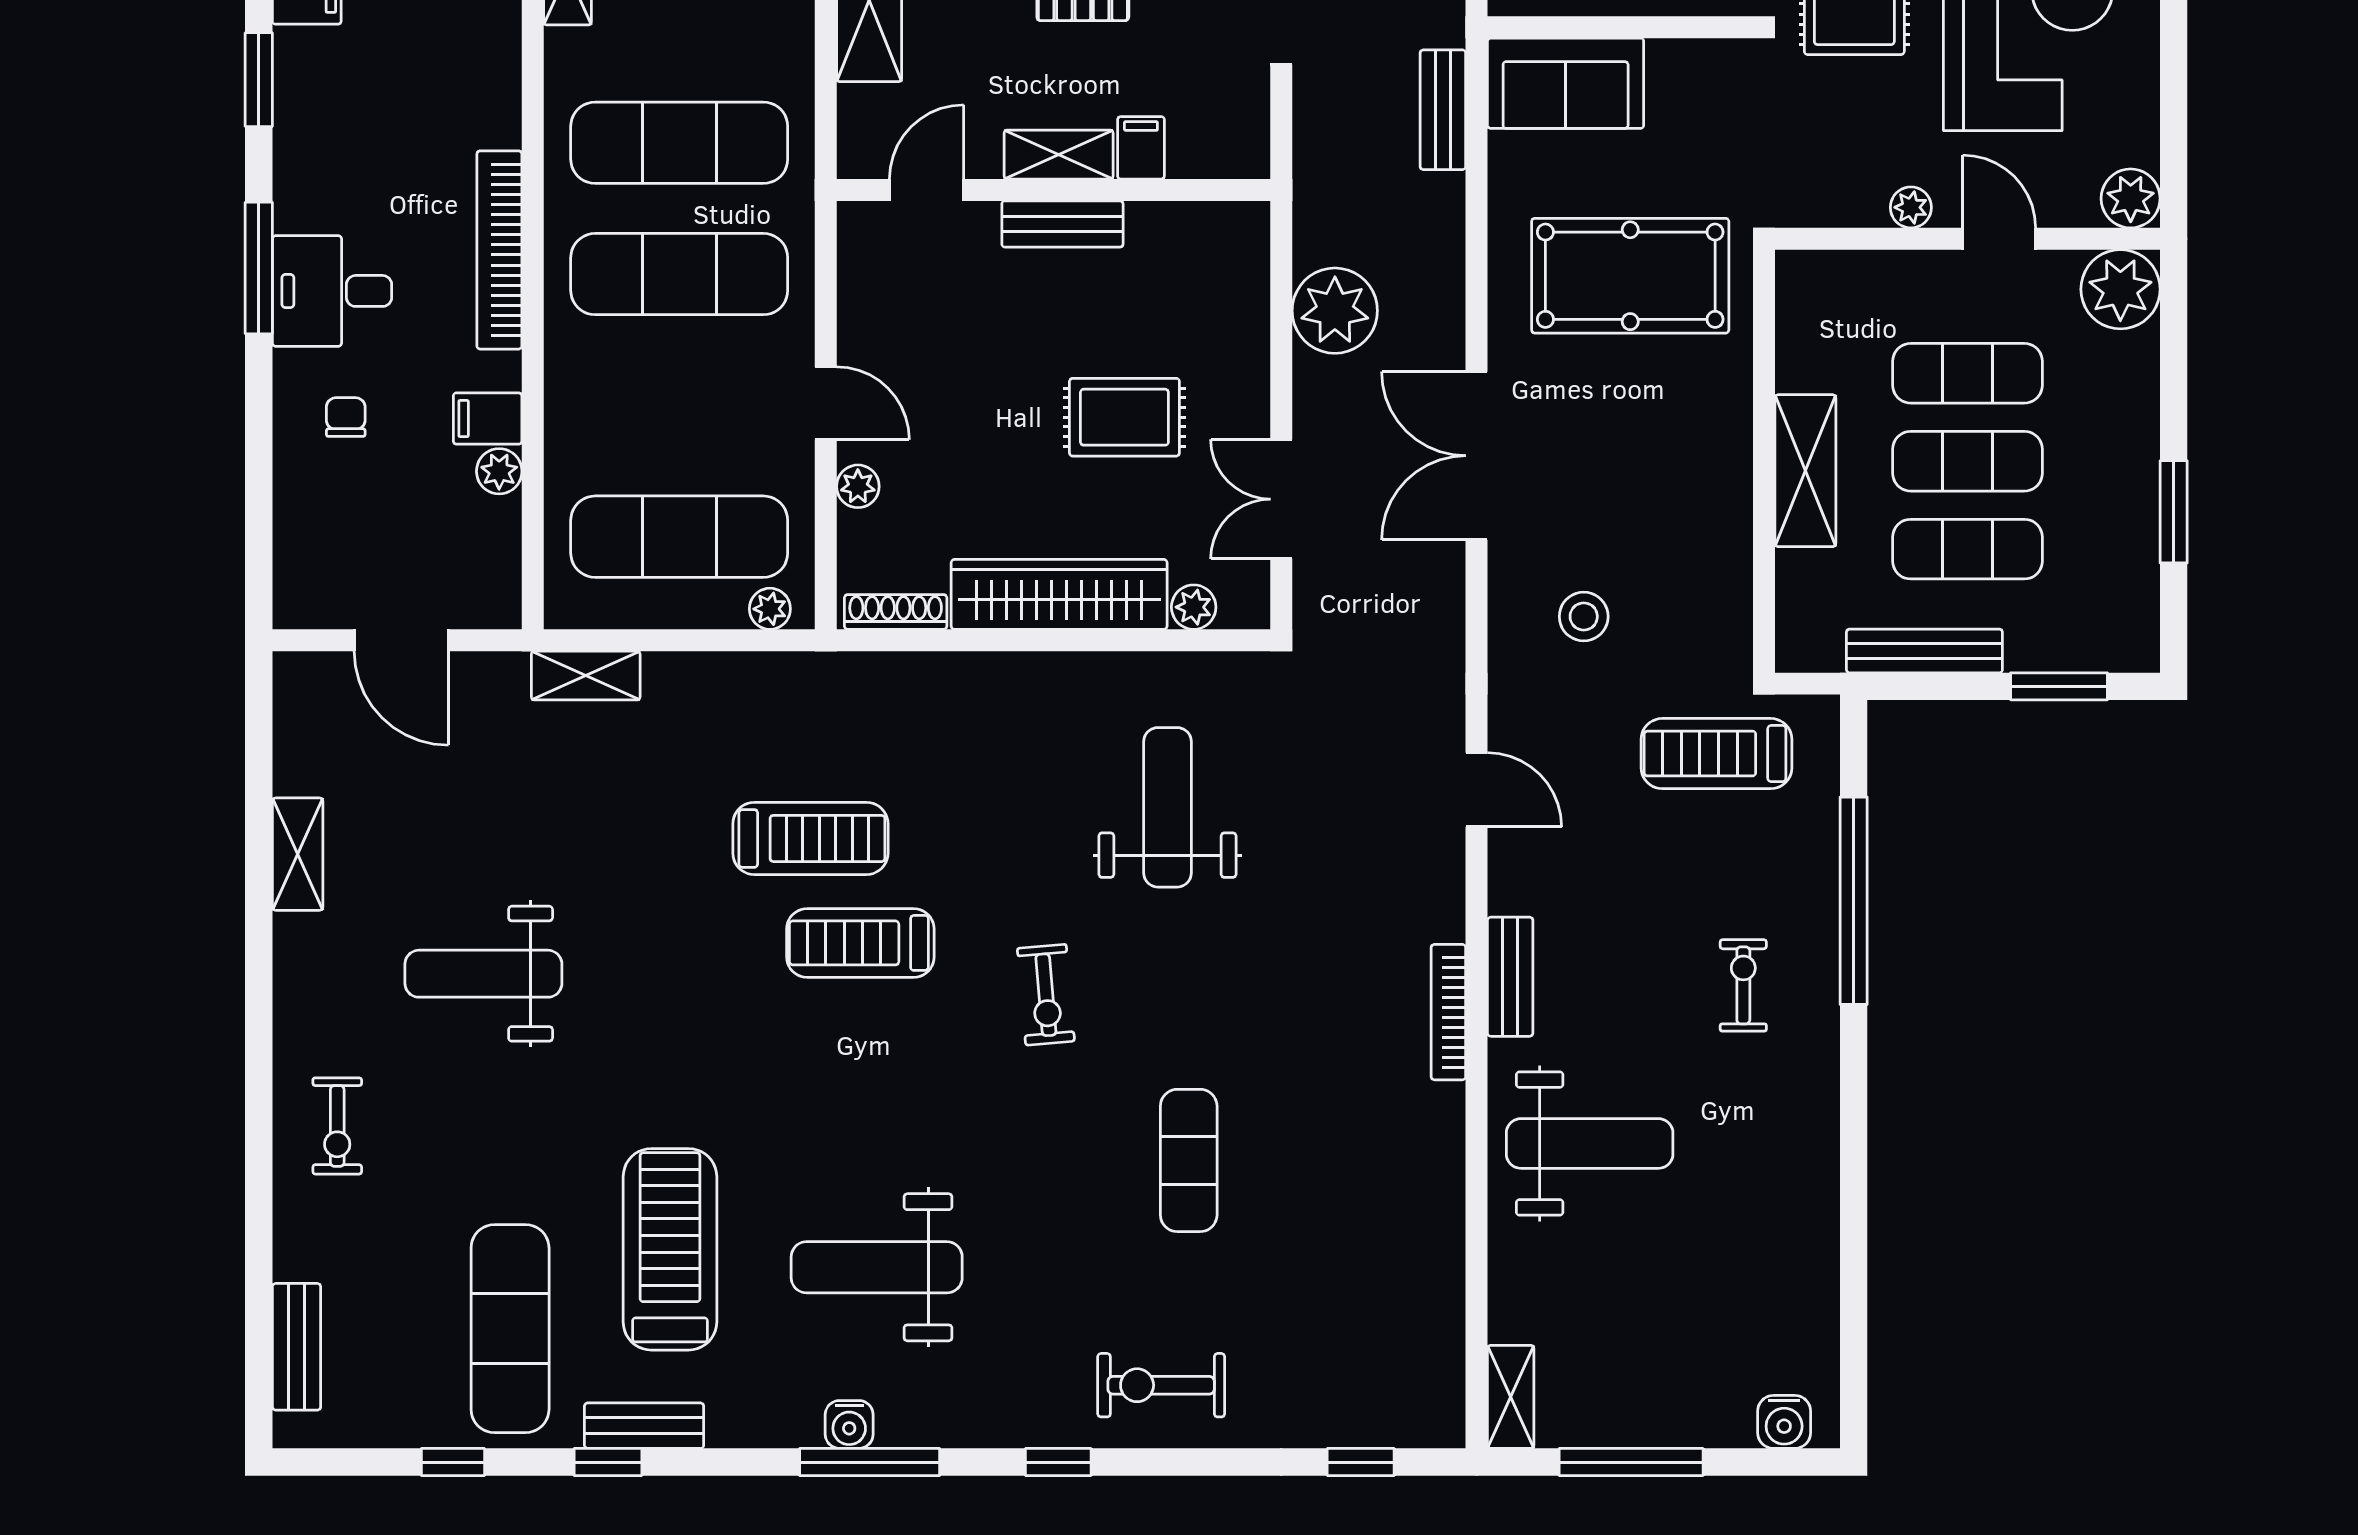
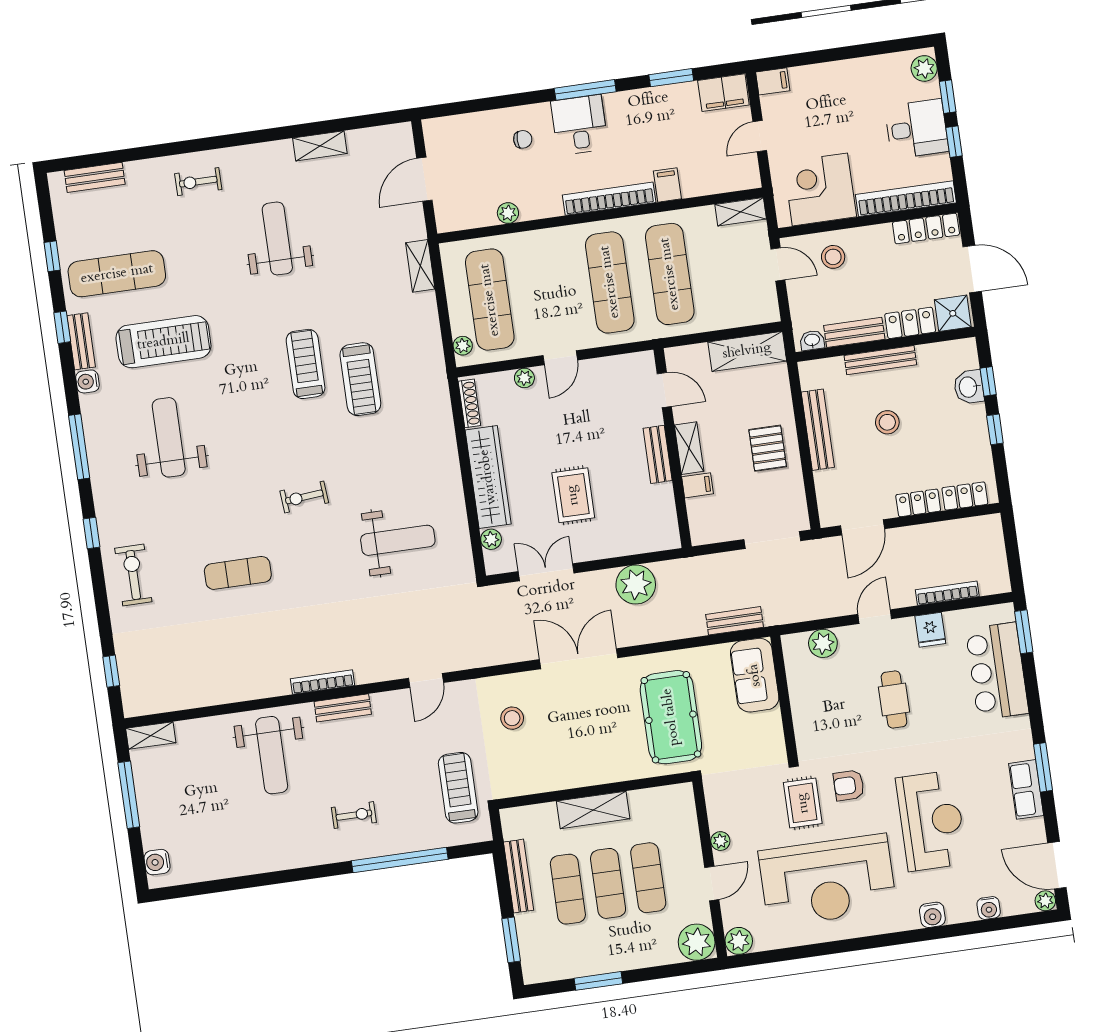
filing cabinet: (488, 419) -> (667, 185), moved
treadmill: (860, 943) -> (306, 364), moved
water cooler: (849, 1424) -> (87, 381), moved

